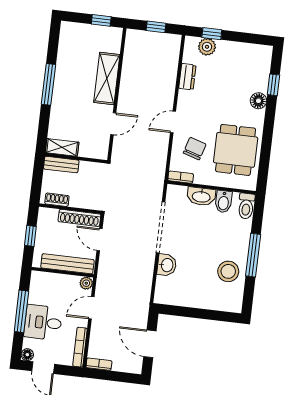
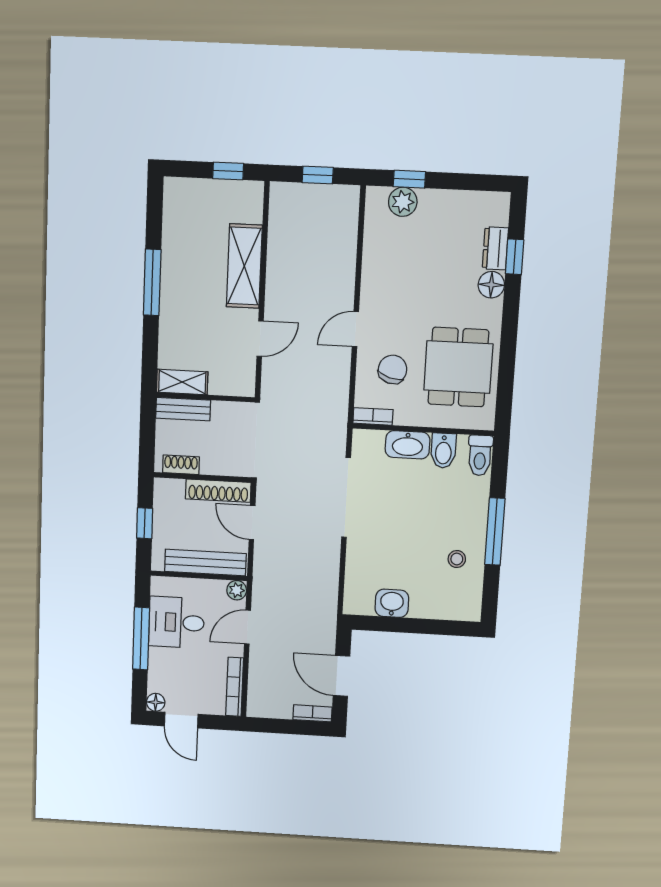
dresser: (187, 77) -> (495, 248), moved, turned 180
washbasin: (167, 265) -> (392, 603), moved, turned -90
stool: (228, 271) -> (457, 559), width x0.53, depth x0.53
desk: (43, 322) -> (176, 622), moved
bookcase: (99, 364) -> (313, 713), moved

